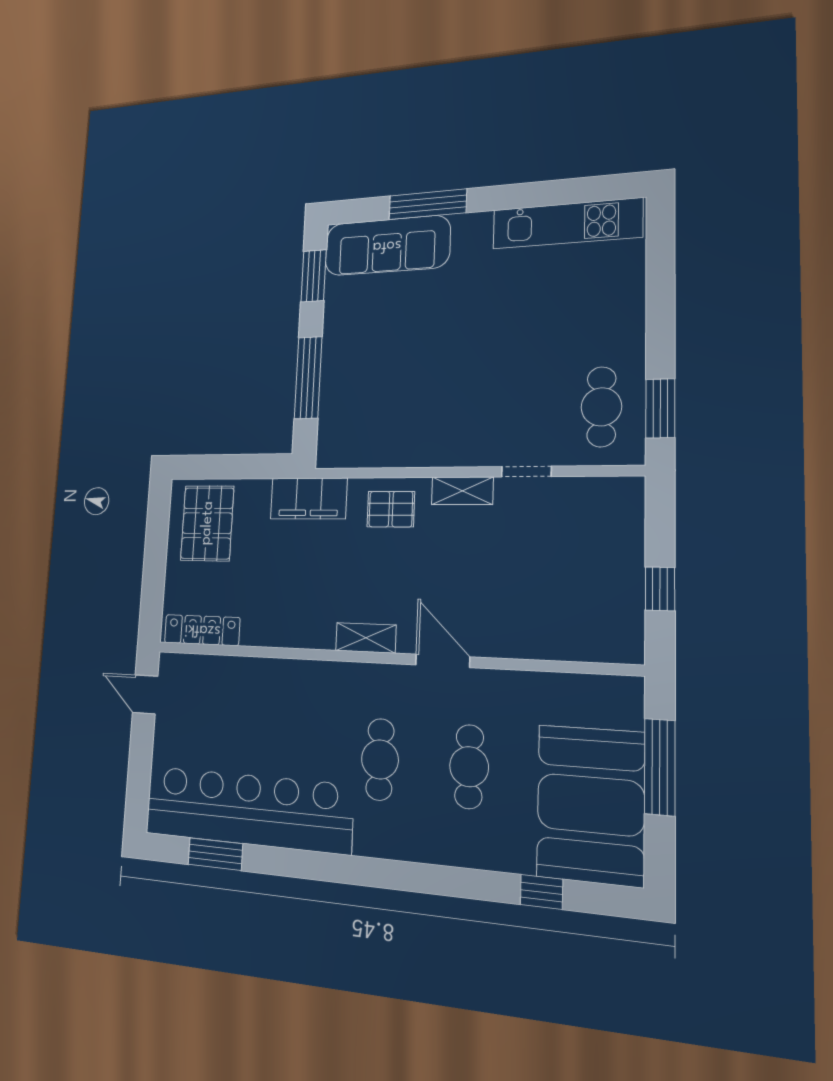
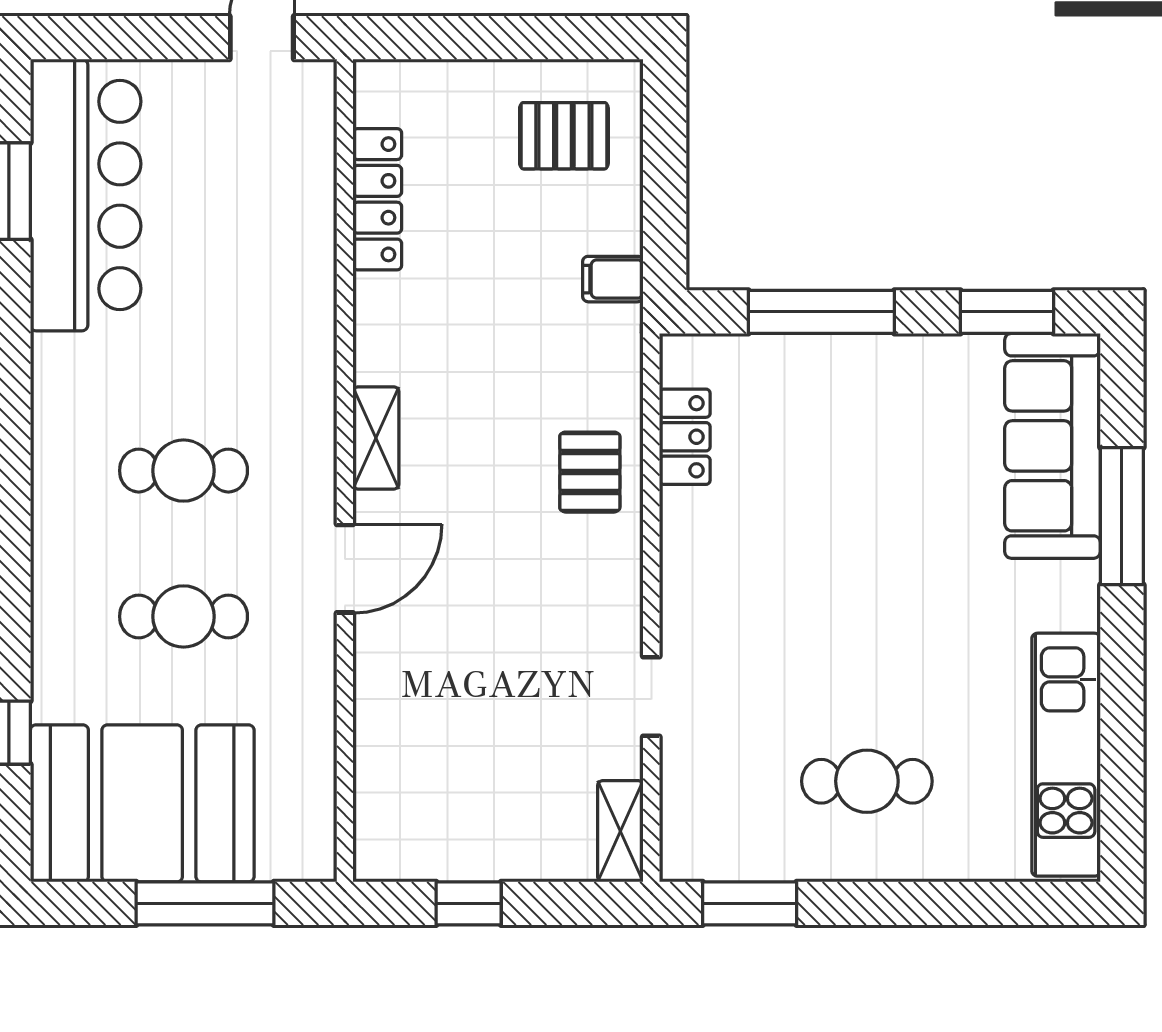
cafe table: (601, 407) -> (867, 781), moved
locker: (373, 453) -> (685, 437), added
shelving: (462, 491) -> (620, 831), moved
filing cabinet: (309, 499) -> (613, 279), width x0.33, depth x0.86
pallet: (207, 523) -> (564, 136), width x0.67, depth x0.71
locker: (202, 630) -> (377, 199), moved
bar counter: (247, 809) -> (86, 195), width x0.73

